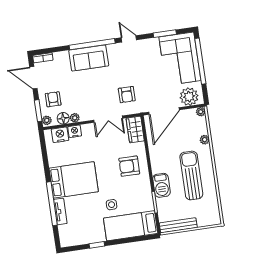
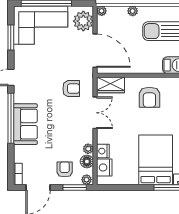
armchair: (53, 99) -> (65, 169), turned 90

